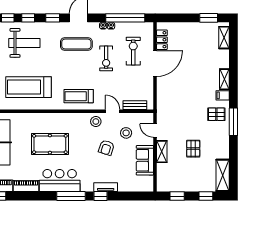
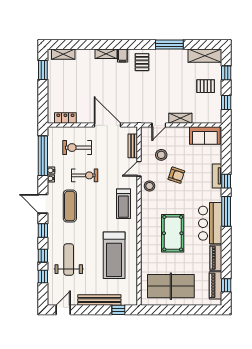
door: (155, 64) -> (107, 125), moved
window: (233, 122) -> (169, 45), moved
pallet: (193, 149) -> (206, 86), moved
sofa: (145, 160) -> (205, 136), moved

